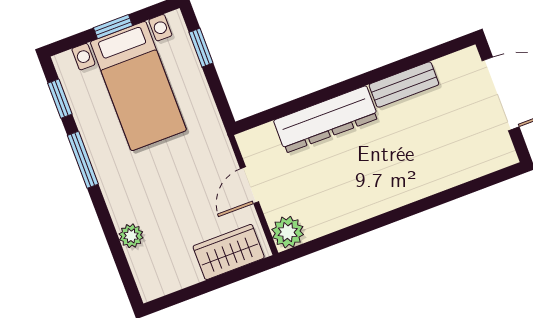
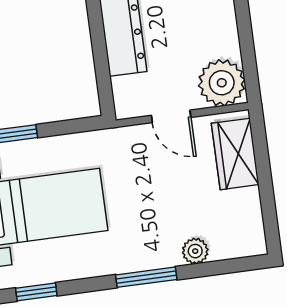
window: (83, 160) -> (146, 277), moved
plant: (288, 232) -> (222, 83), width x1.36, depth x1.36

